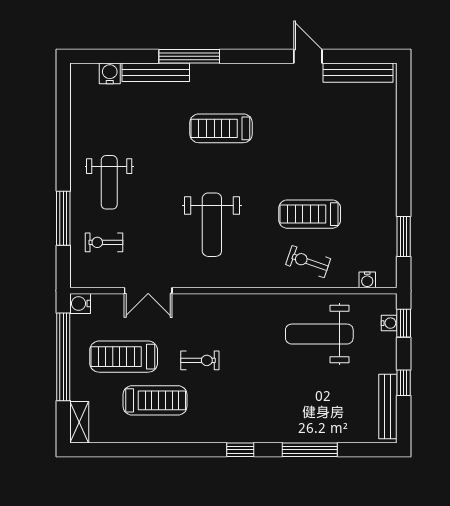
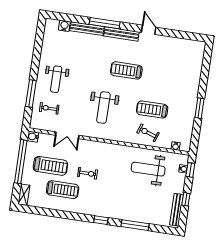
door: (308, 56) -> (149, 30), moved
bench: (358, 73) -> (121, 34), moved
treadmill: (221, 128) -> (126, 70), moved
window: (404, 236) -> (200, 108), moved
treadmill: (124, 357) -> (50, 166), turned 180

